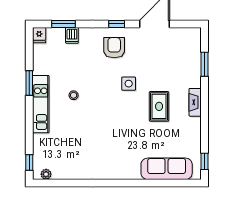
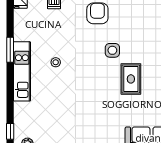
rug: (159, 106) -> (131, 79), moved

